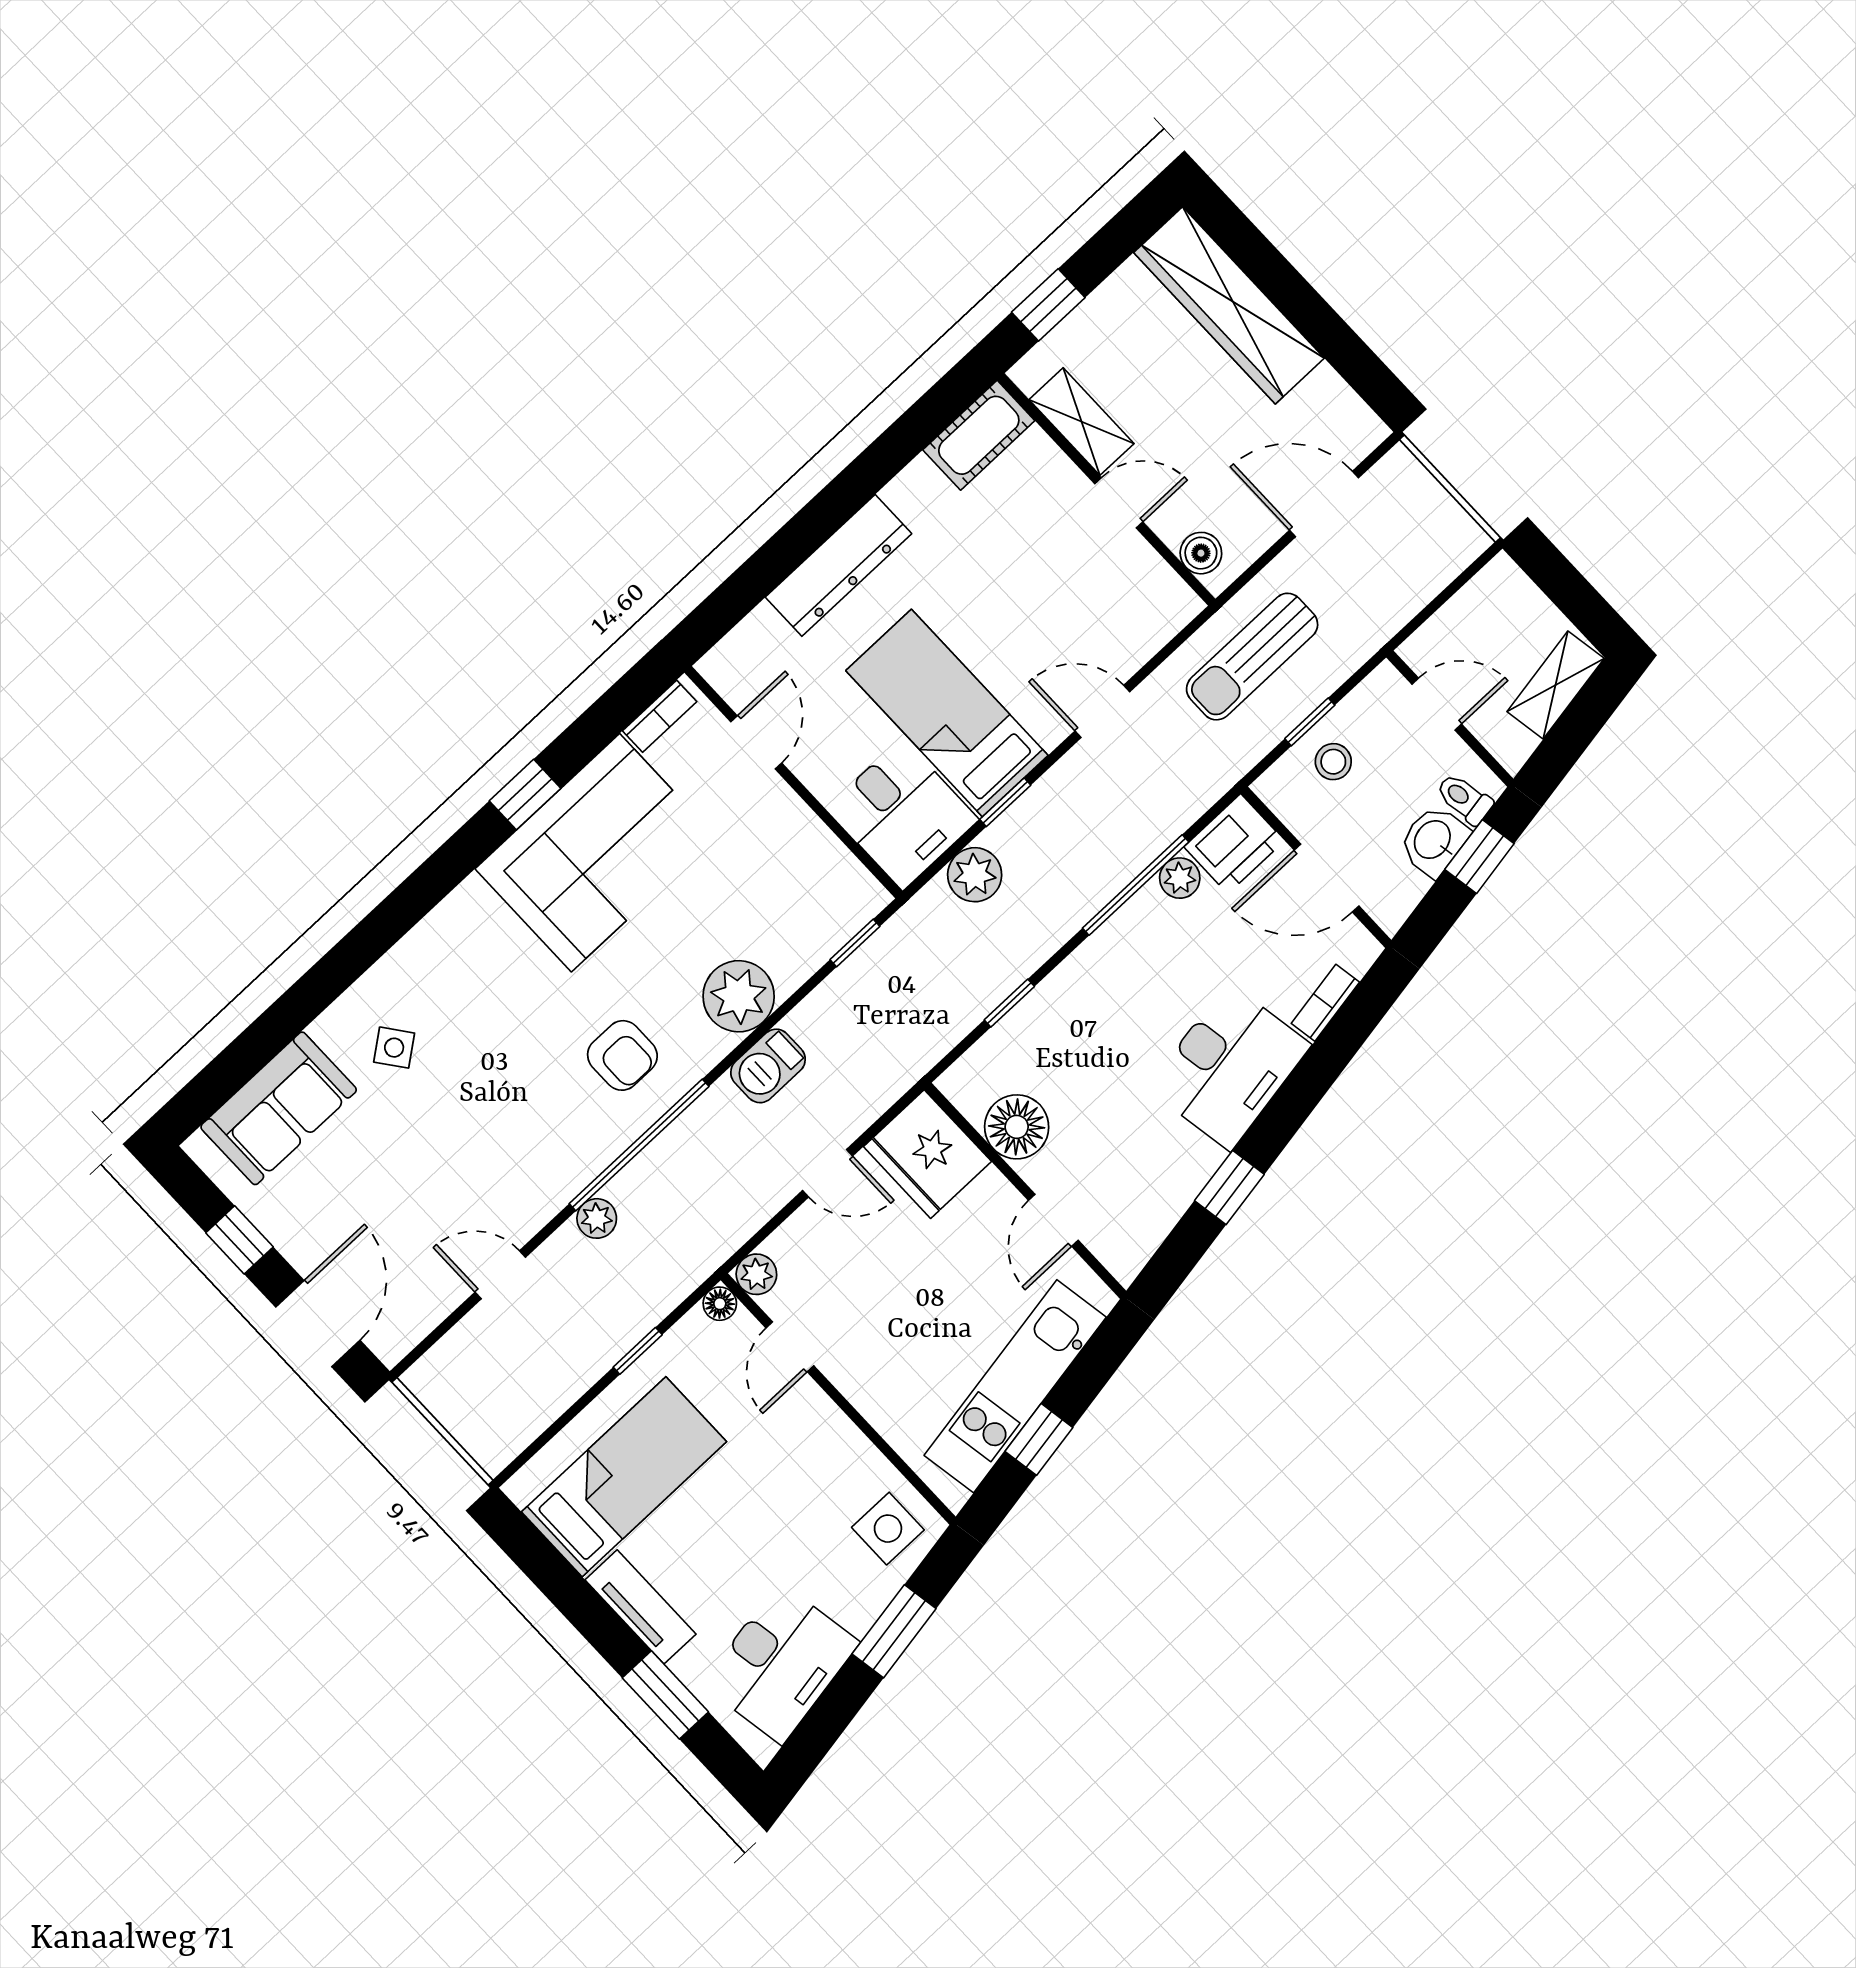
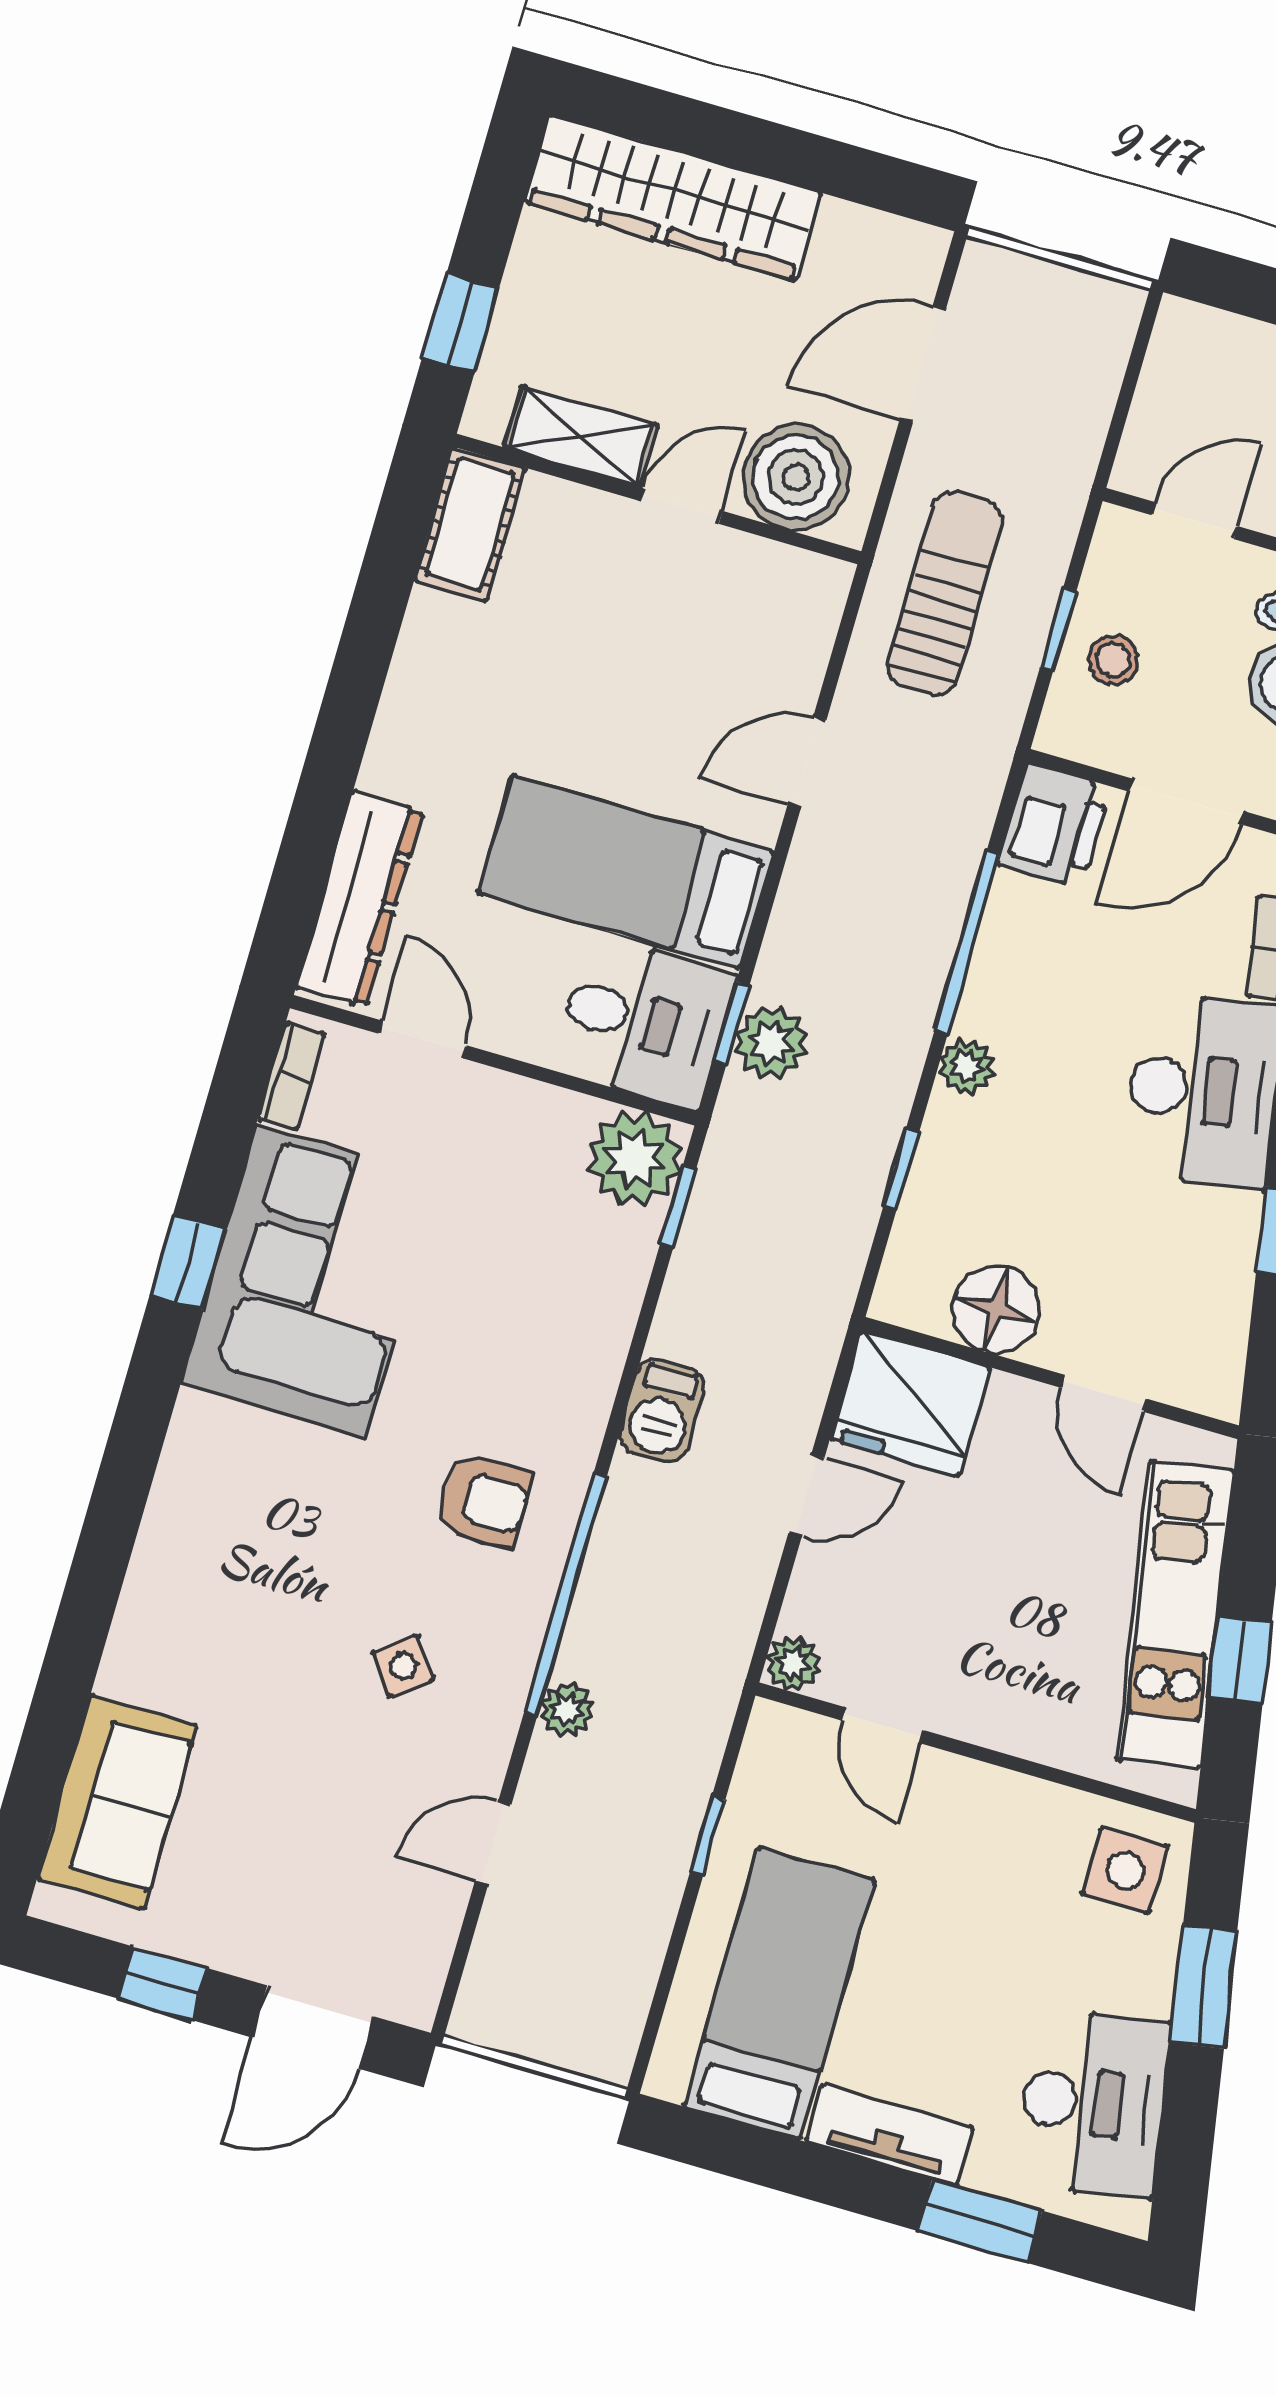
boiler: (1201, 553) -> (796, 477), width x1.86, depth x1.86
dresser: (838, 565) -> (360, 899), moved
sun lounger: (1252, 657) -> (945, 593), turned 180
window: (1005, 802) -> (731, 1023), moved
plant: (1180, 878) -> (967, 1067), moved
plant: (739, 996) -> (634, 1159), moved
side table: (394, 1048) -> (403, 1666), moved
floor lamp: (720, 1304) -> (771, 1724), removed
door: (318, 1324) -> (313, 2027), swing flipped

